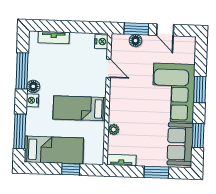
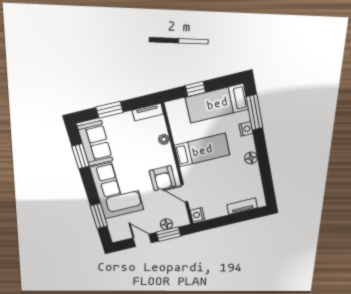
window: (22, 71) -> (265, 169), removed
window: (200, 89) -> (99, 216), moved
armchair: (126, 91) -> (163, 178), added
nightstand: (32, 100) -> (246, 129), moved

